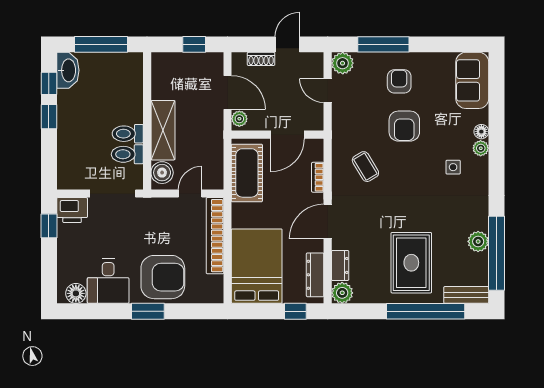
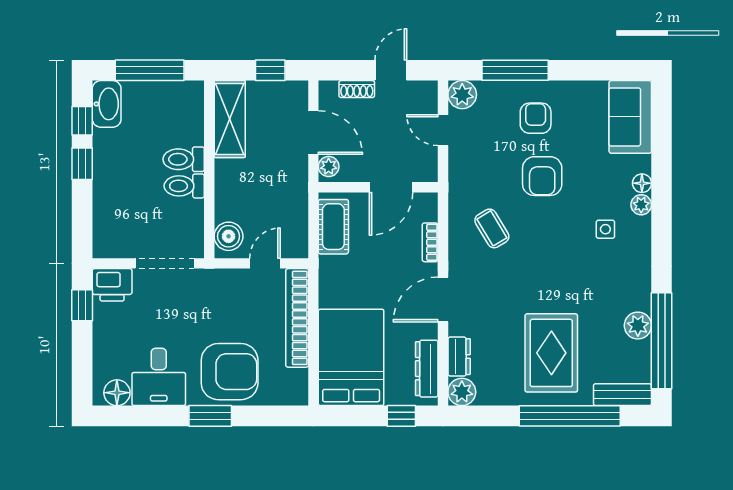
shelving: (163, 130) -> (230, 119), moved
toilet: (127, 154) -> (184, 159), moved
cot: (247, 173) -> (333, 227), width x0.73, depth x0.75

